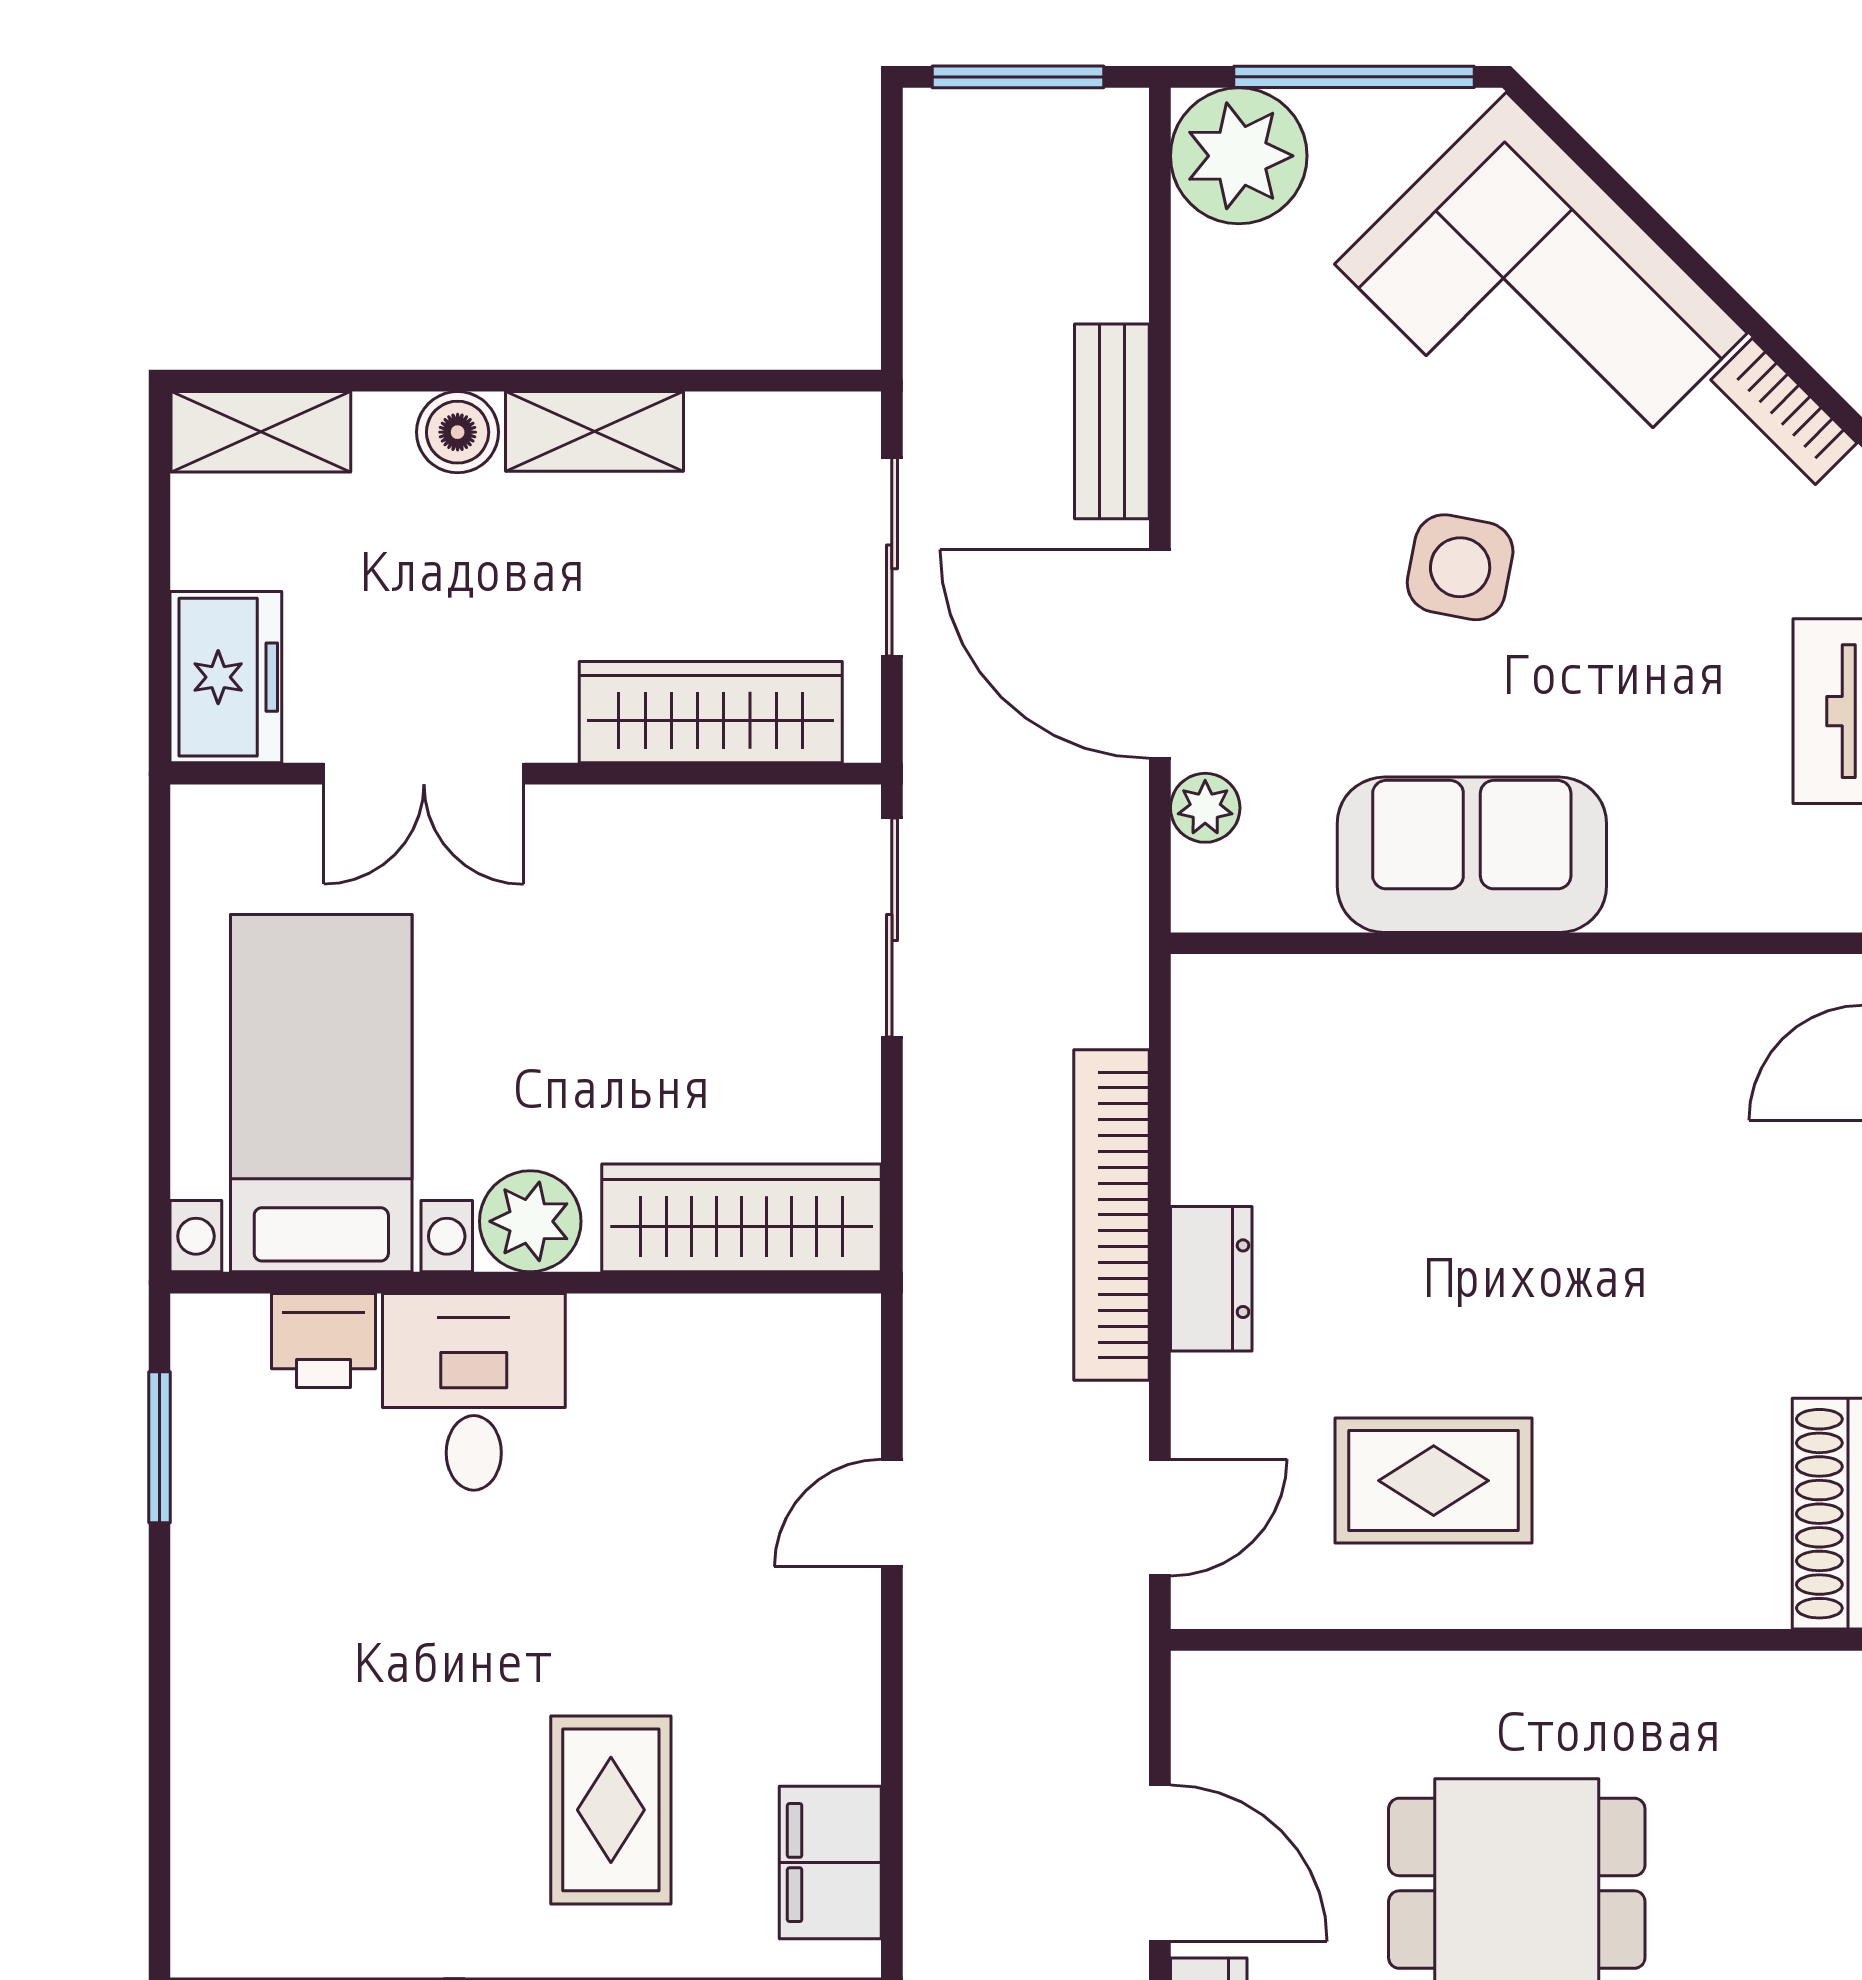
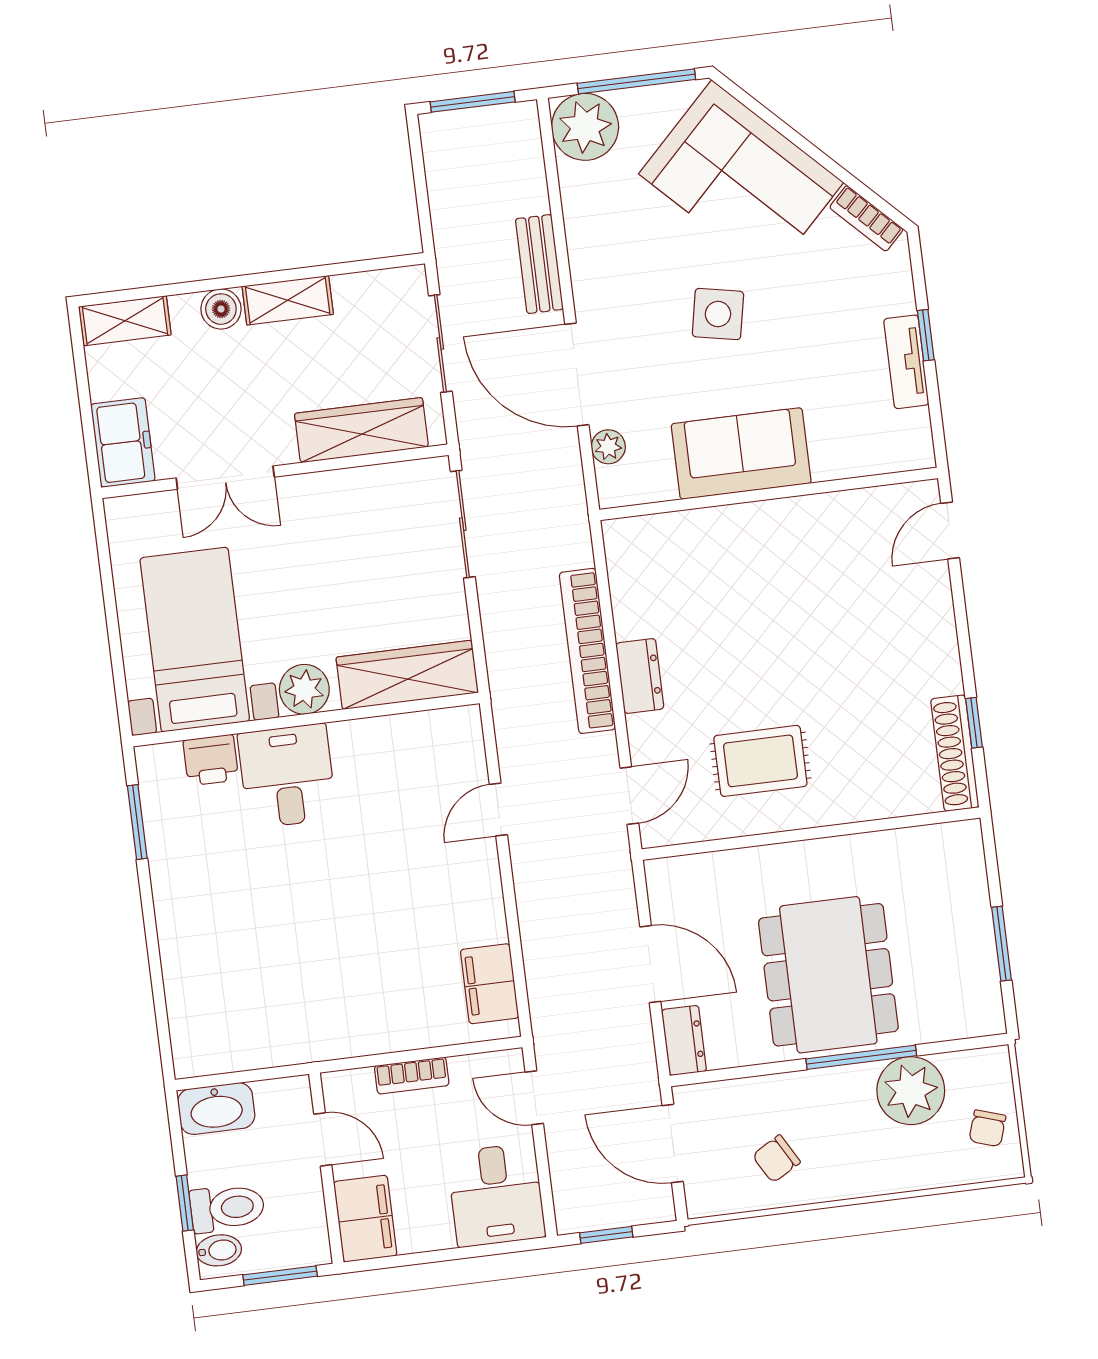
rug: (611, 1810) -> (379, 971), removed

